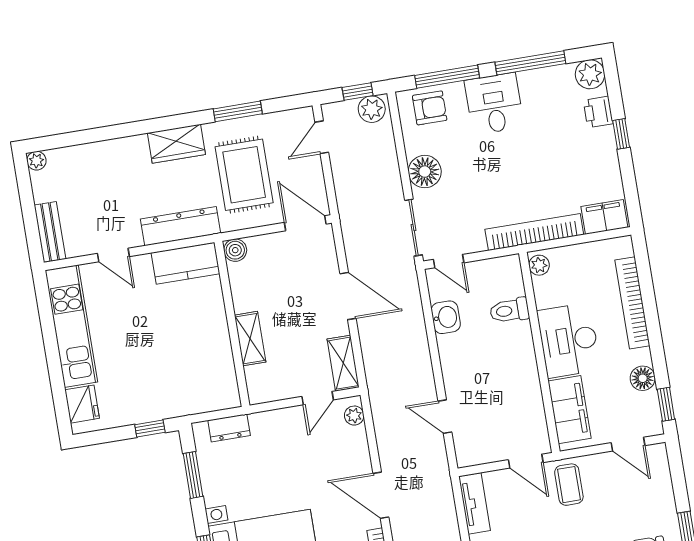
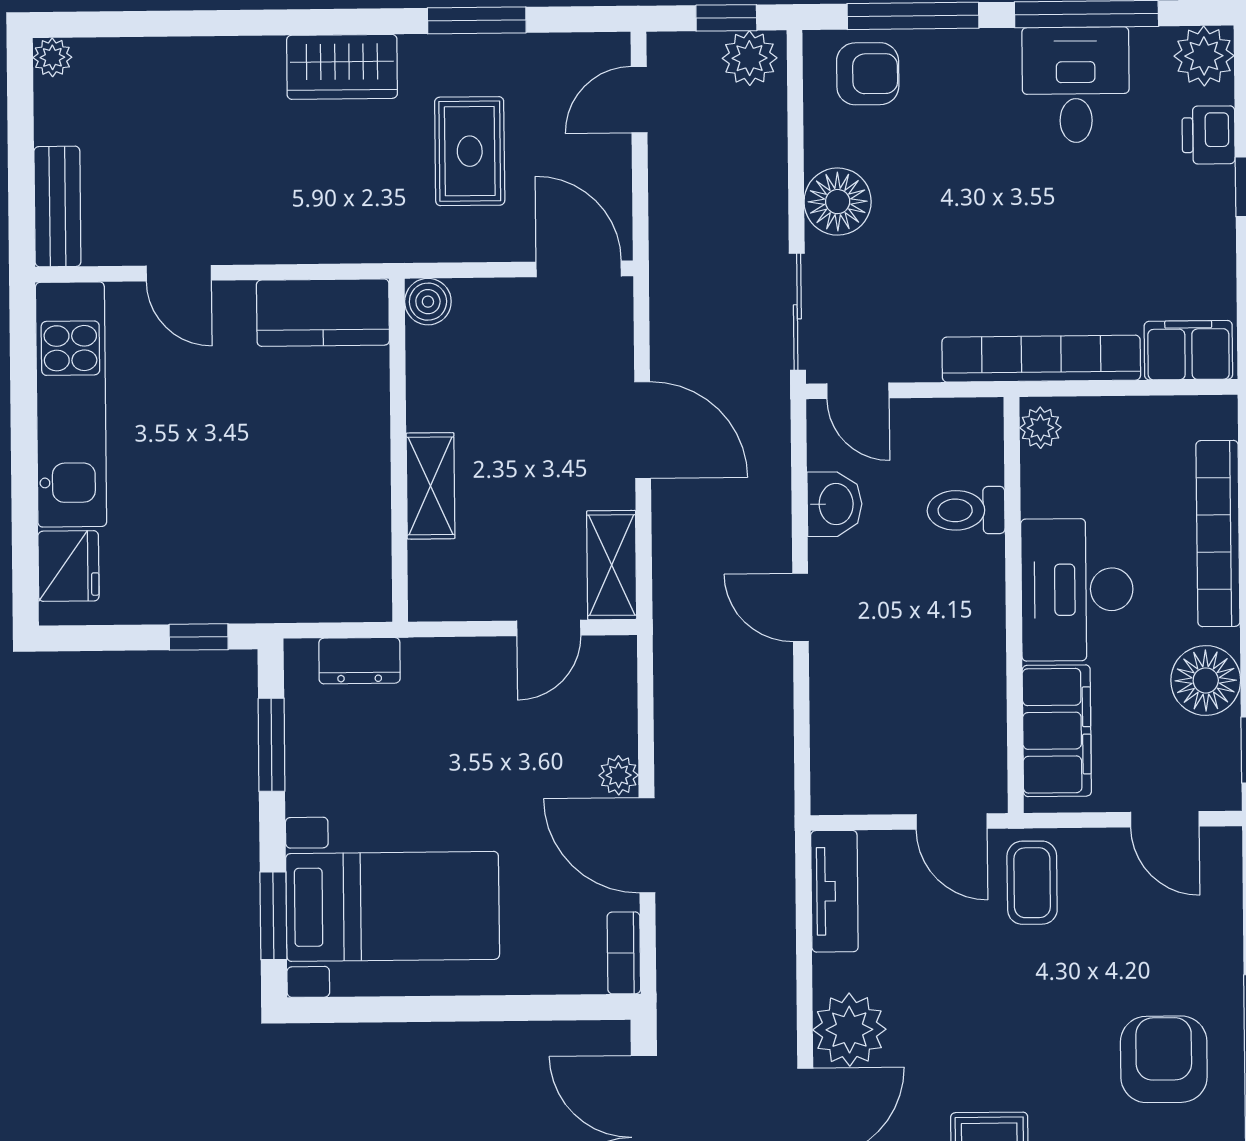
desk: (494, 104) -> (1076, 85), moved
rug: (244, 175) -> (470, 151), width x0.73, depth x0.70
dresser: (181, 226) -> (324, 236), removed
floor lamp: (643, 378) -> (1206, 680), width x1.38, depth x1.38
plant: (354, 416) -> (619, 775), moved
door: (445, 417) -> (800, 607), moved

